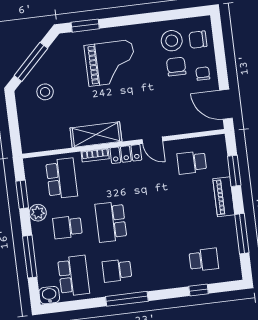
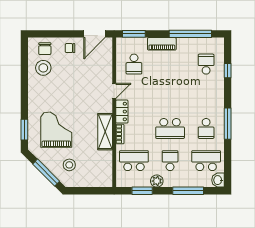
grand piano: (110, 63) -> (56, 130), moved
chair: (176, 67) -> (63, 67), removed
window: (234, 171) -> (134, 34), moved
school desk: (68, 227) -> (170, 161), turned 180
window: (242, 234) -> (190, 34), width x1.46

